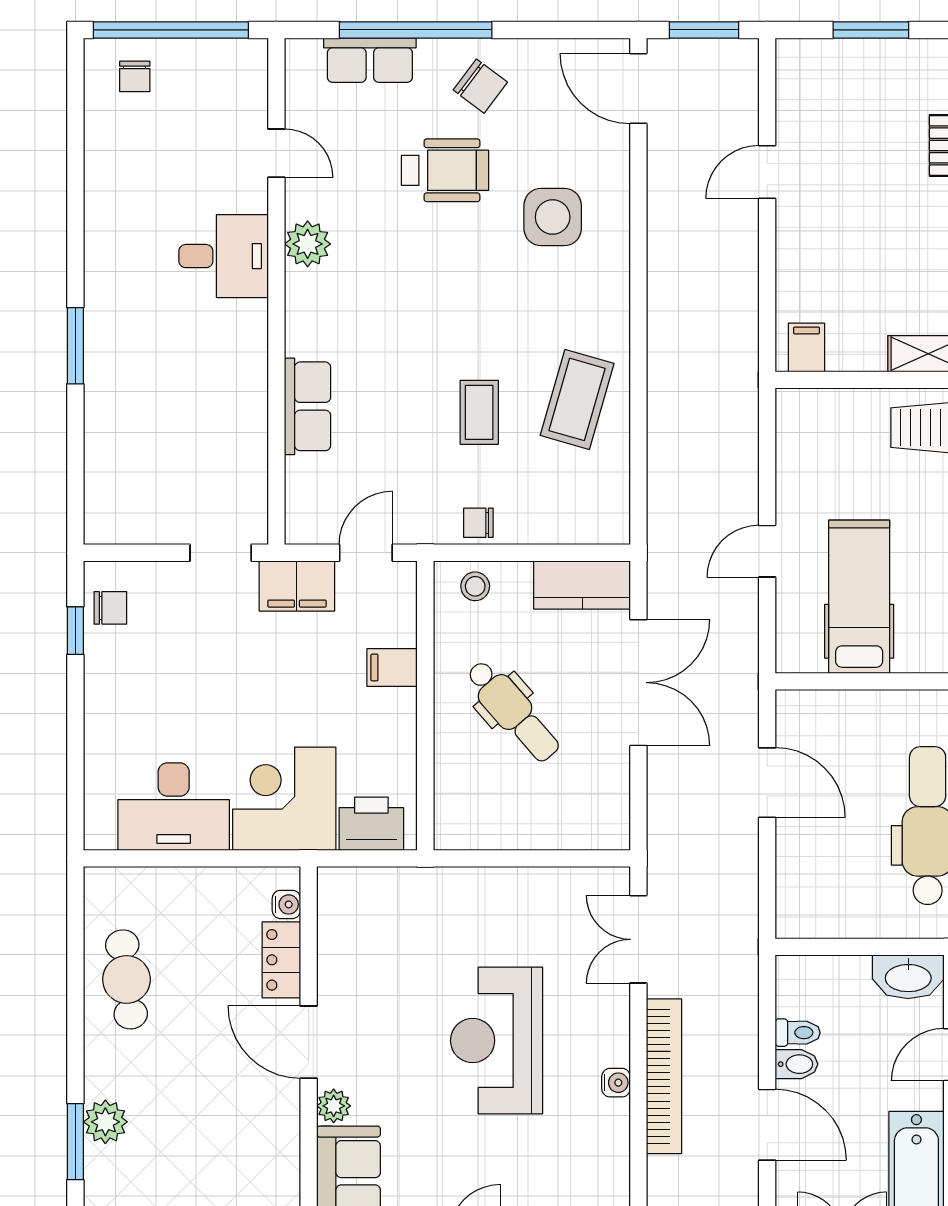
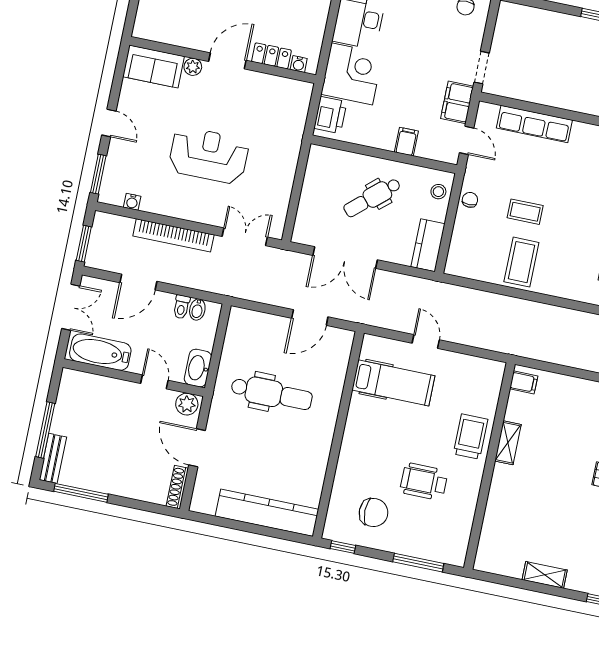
coffee table: (577, 399) -> (521, 262), turned 74
row of seats: (308, 406) -> (534, 124), width x1.48
double door: (638, 683) -> (345, 258), moved
bidet: (796, 1064) -> (197, 310), moved
water cooler: (616, 1083) -> (132, 202), moved

